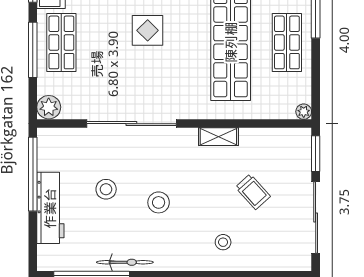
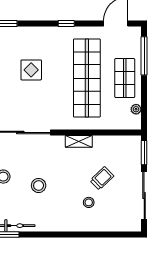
plant: (304, 112) -> (136, 109), moved
trolley: (253, 192) -> (102, 178), turned -92
stool: (223, 242) -> (89, 202), moved

